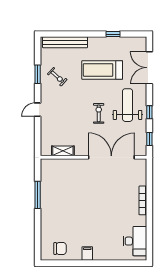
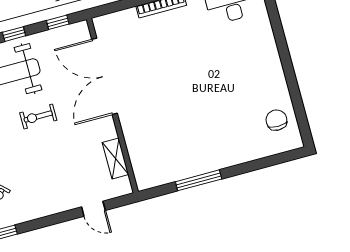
door: (38, 110) -> (93, 209), moved
filing cabinet: (87, 254) -> (273, 73), removed

